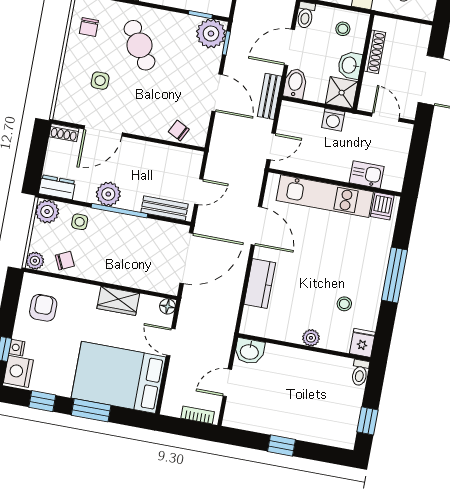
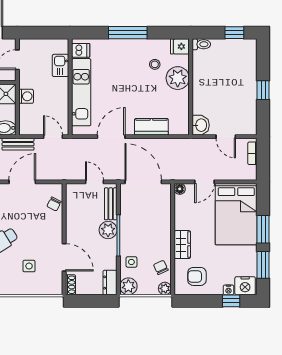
plant: (108, 194) -> (108, 230), moved
wardrobe: (118, 301) -> (182, 245), moved
plant: (311, 338) -> (178, 78), width x1.88, depth x1.88
window: (42, 401) -> (263, 265), width x1.50

